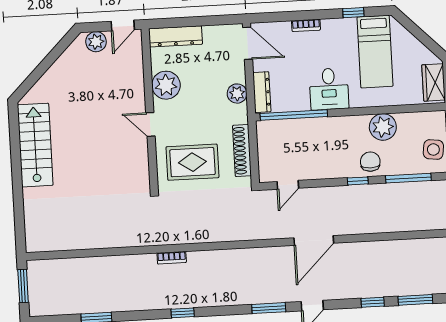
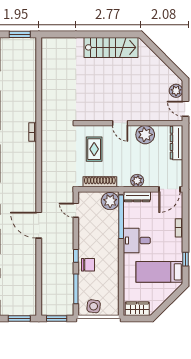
door: (150, 124) -> (120, 123), swing flipped
plant: (383, 127) -> (110, 201), moved
rug: (192, 162) -> (94, 149), width x0.73, depth x0.70

